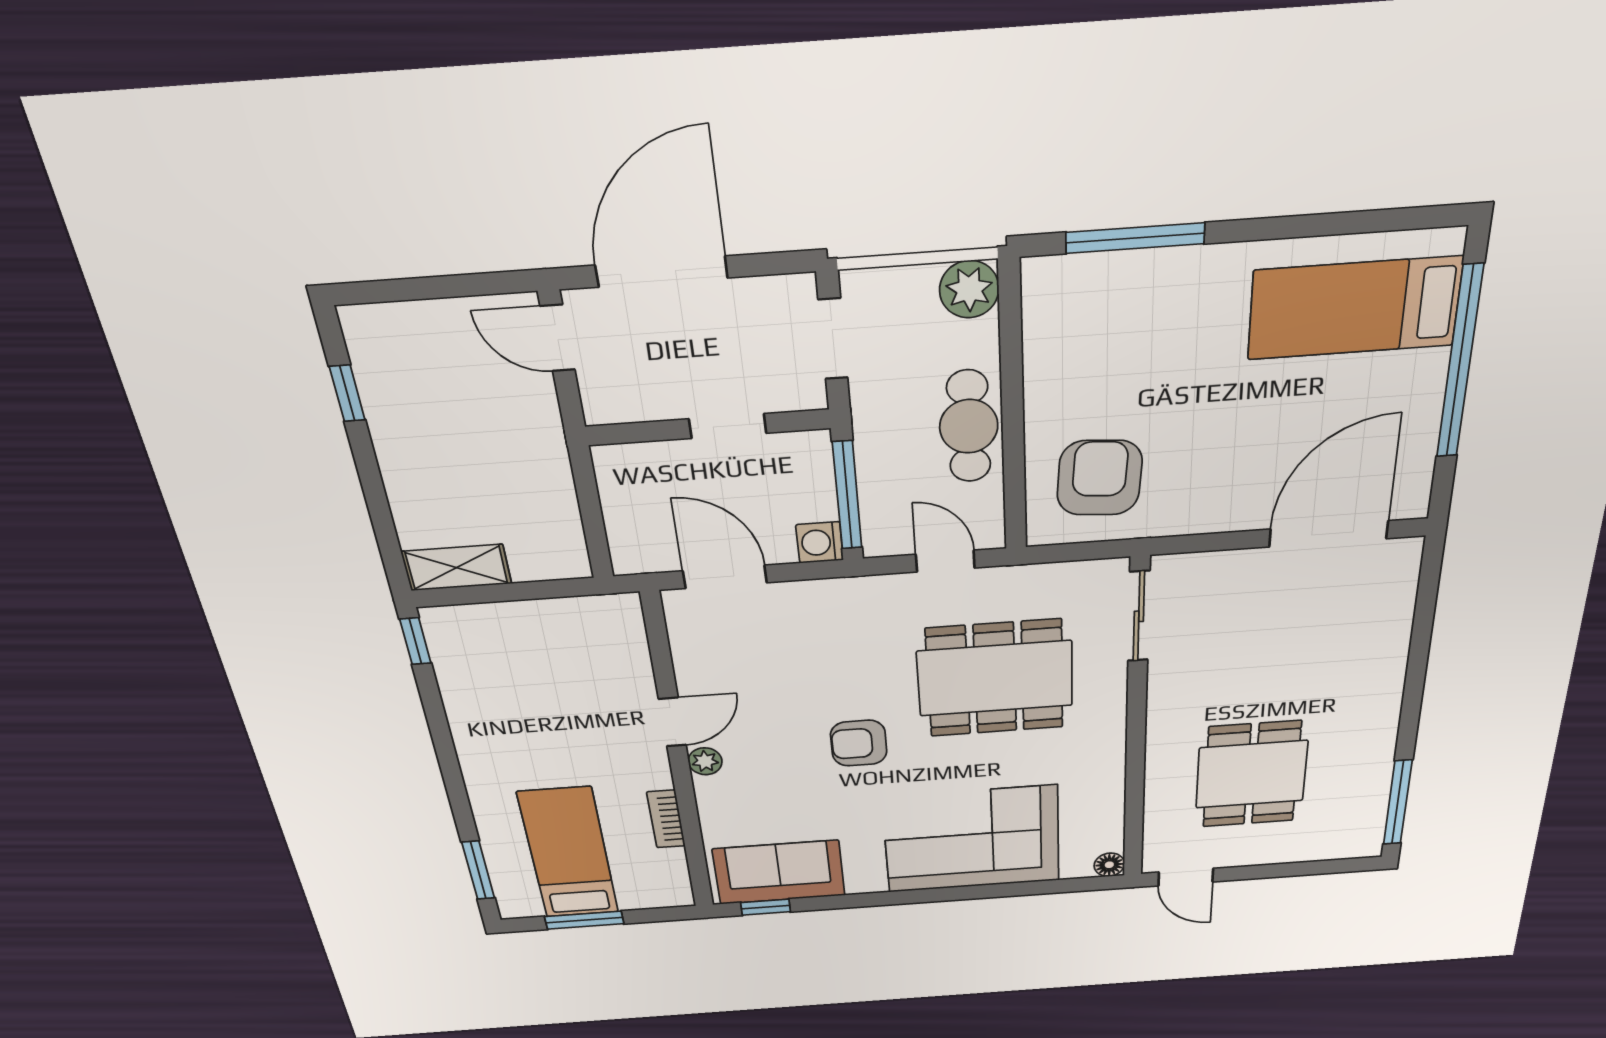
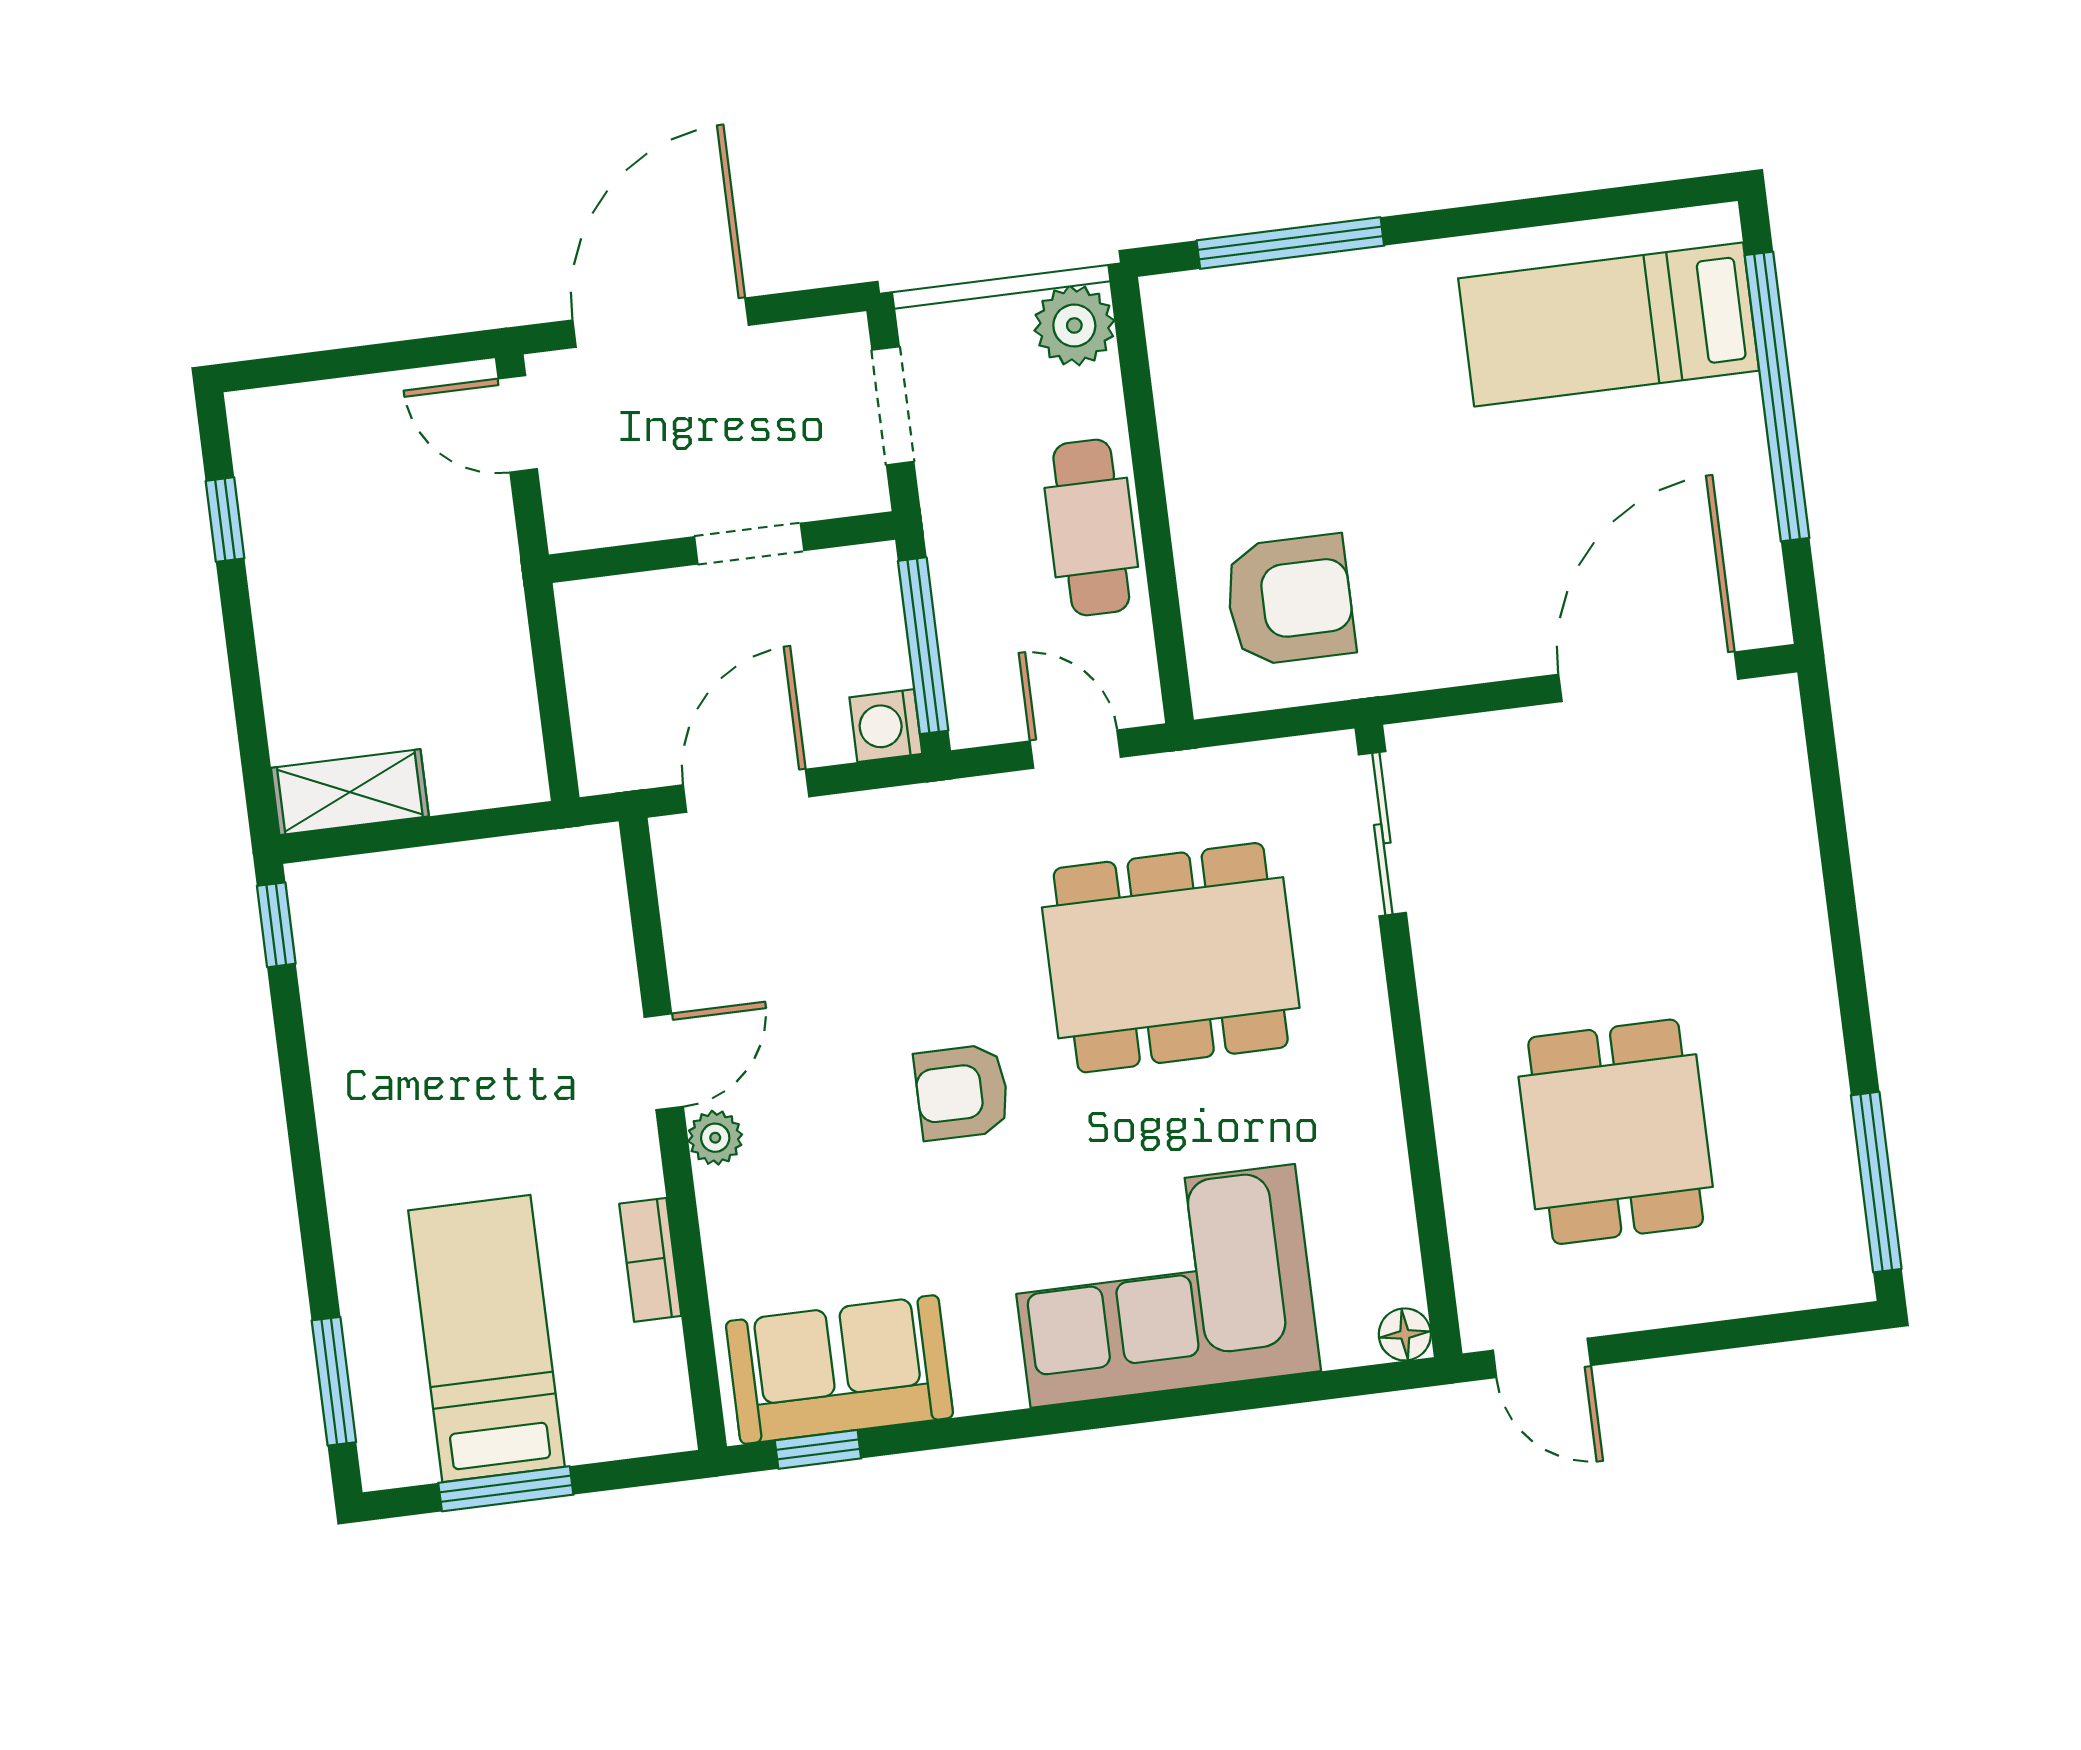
armchair: (1100, 478) -> (1290, 600), turned 86
door: (725, 577) -> (746, 791), hinge flipped

